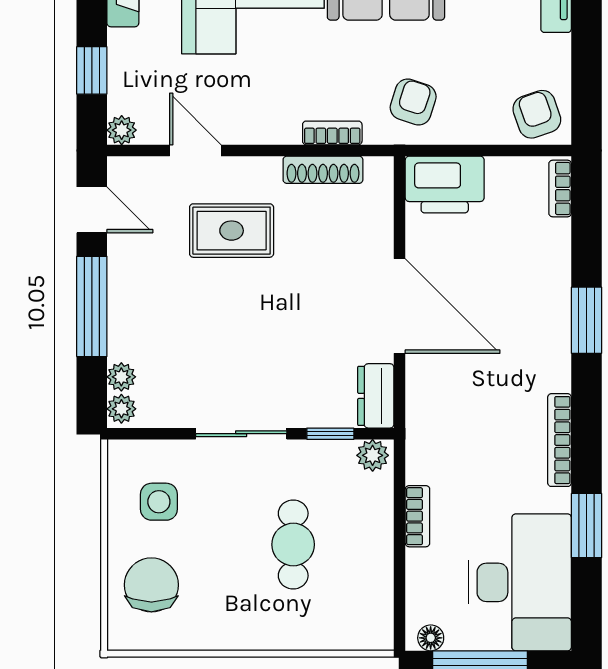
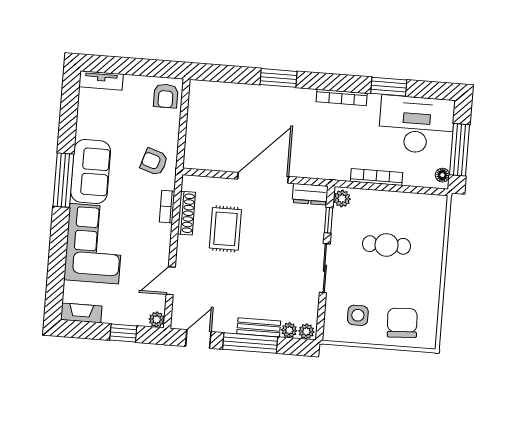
armchair: (537, 114) -> (166, 96), turned -71
printer: (445, 185) -> (200, 148), removed
bookcase: (560, 189) -> (207, 87), removed
rug: (232, 231) -> (225, 229), moved
bench: (122, 320) -> (259, 327), added
bookcase: (417, 516) -> (377, 177), width x1.56
chair: (151, 585) -> (402, 323), turned 87

